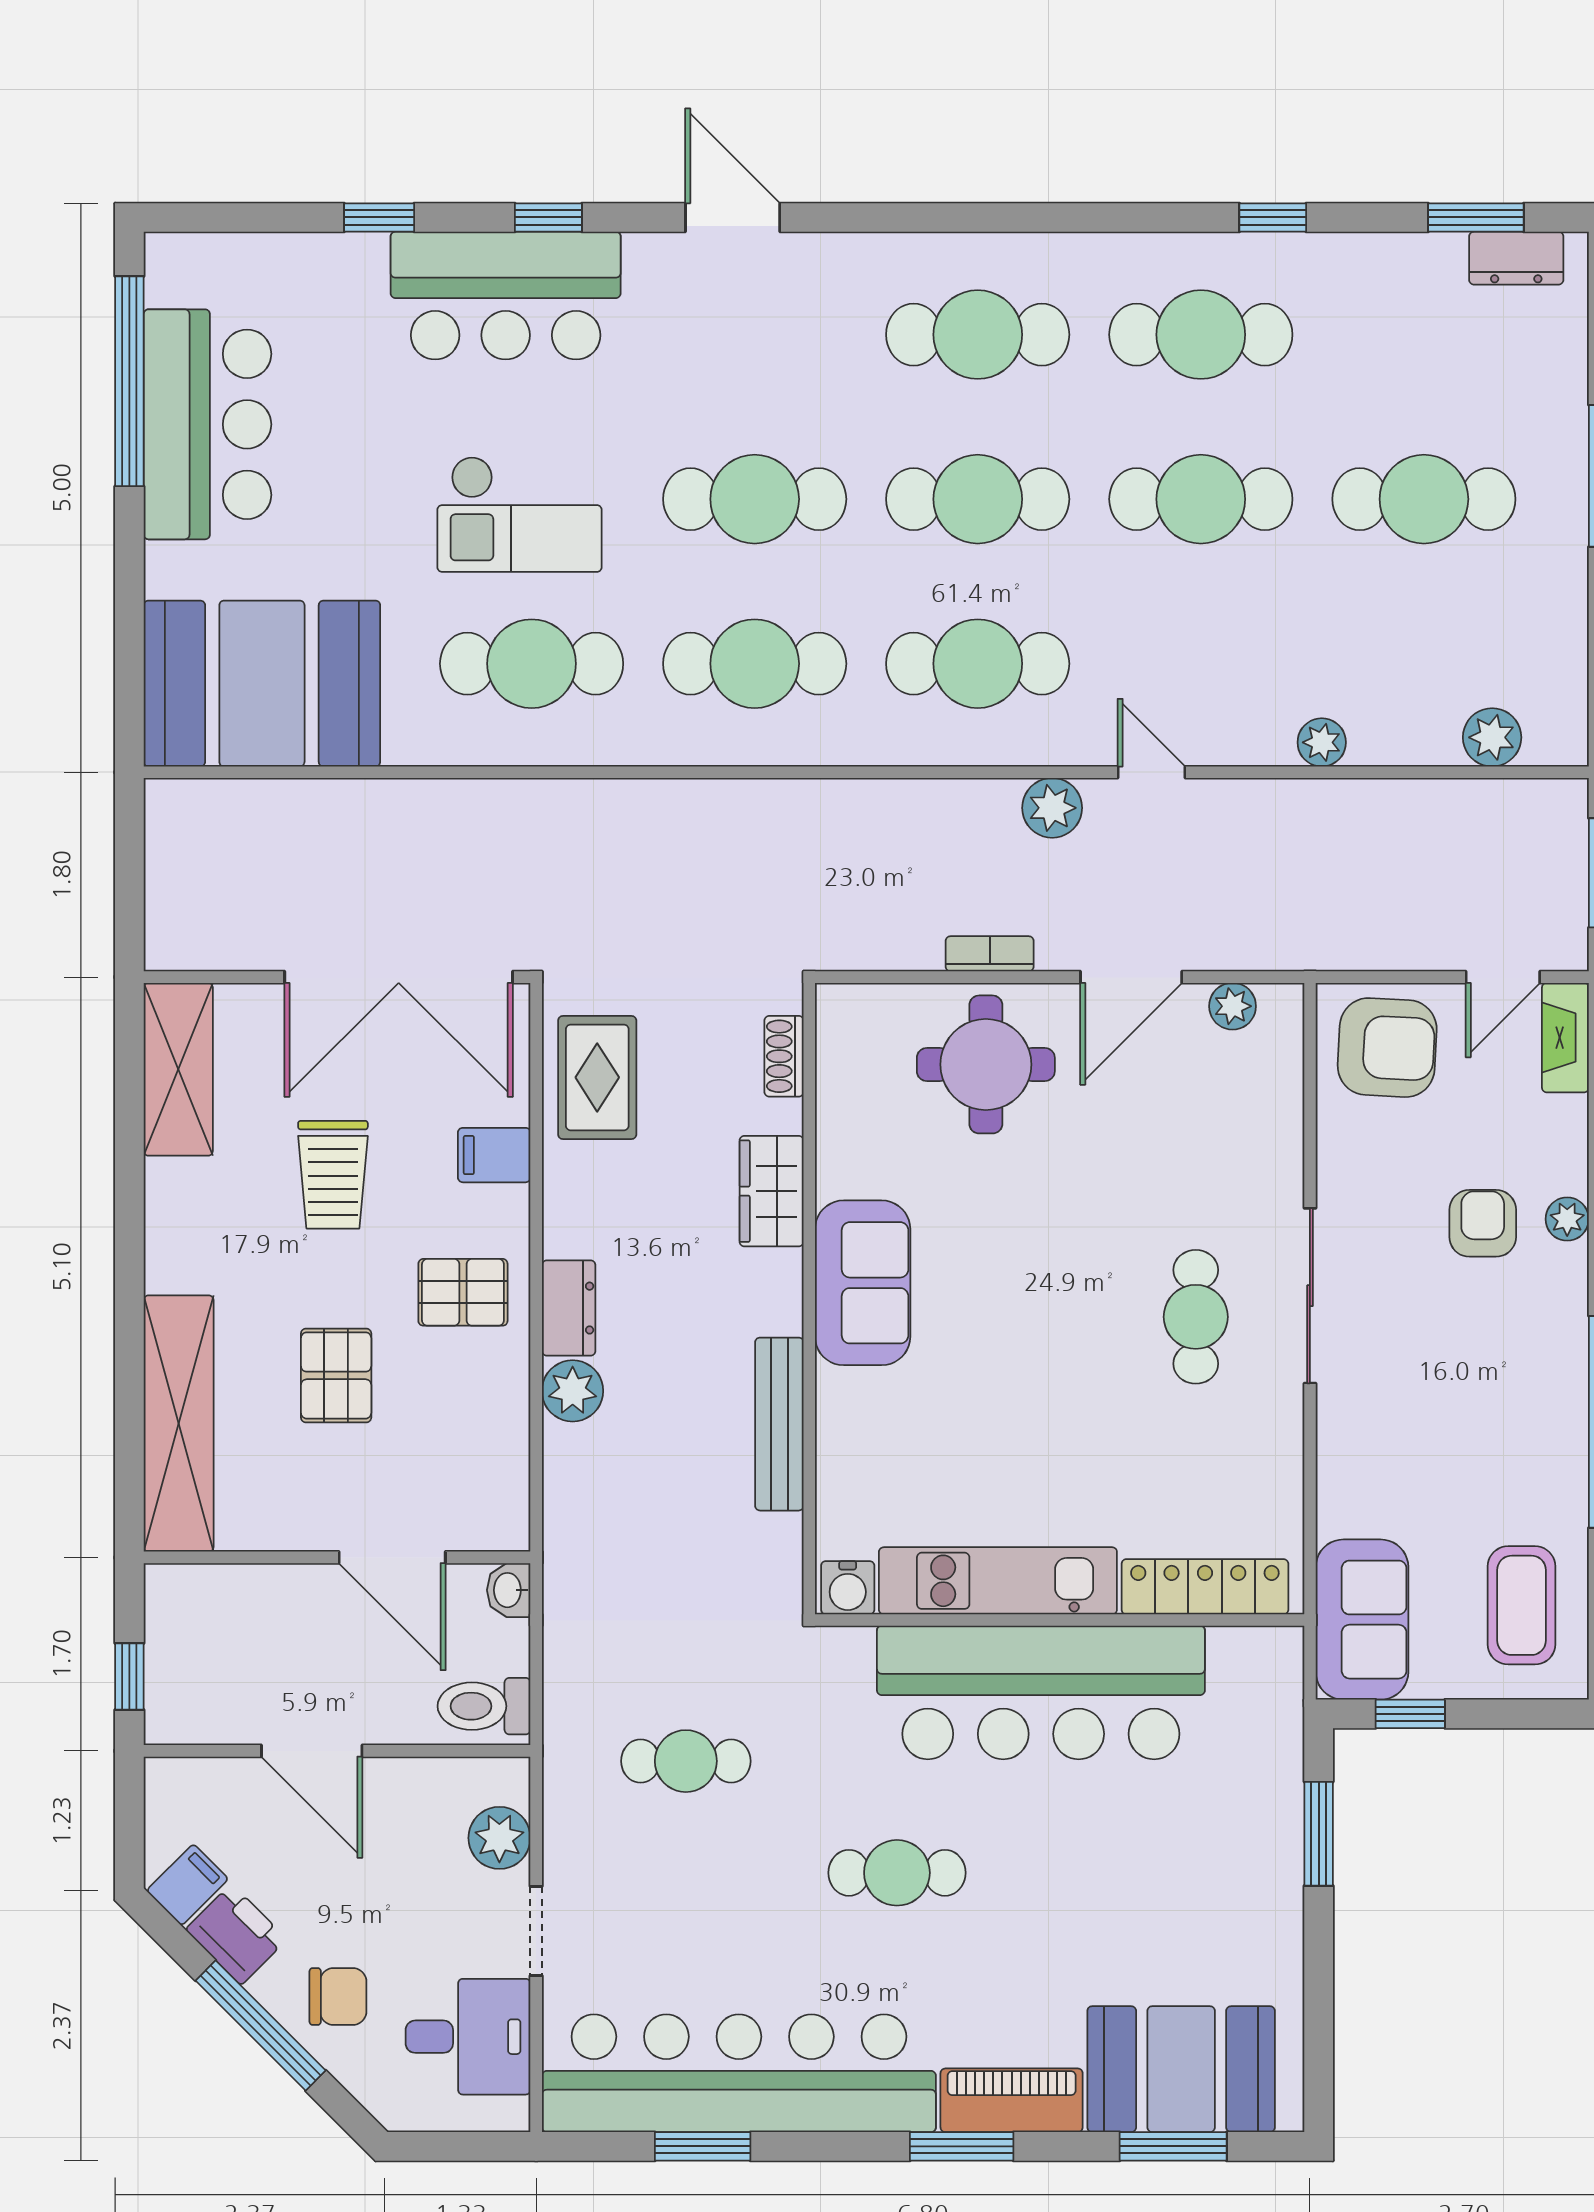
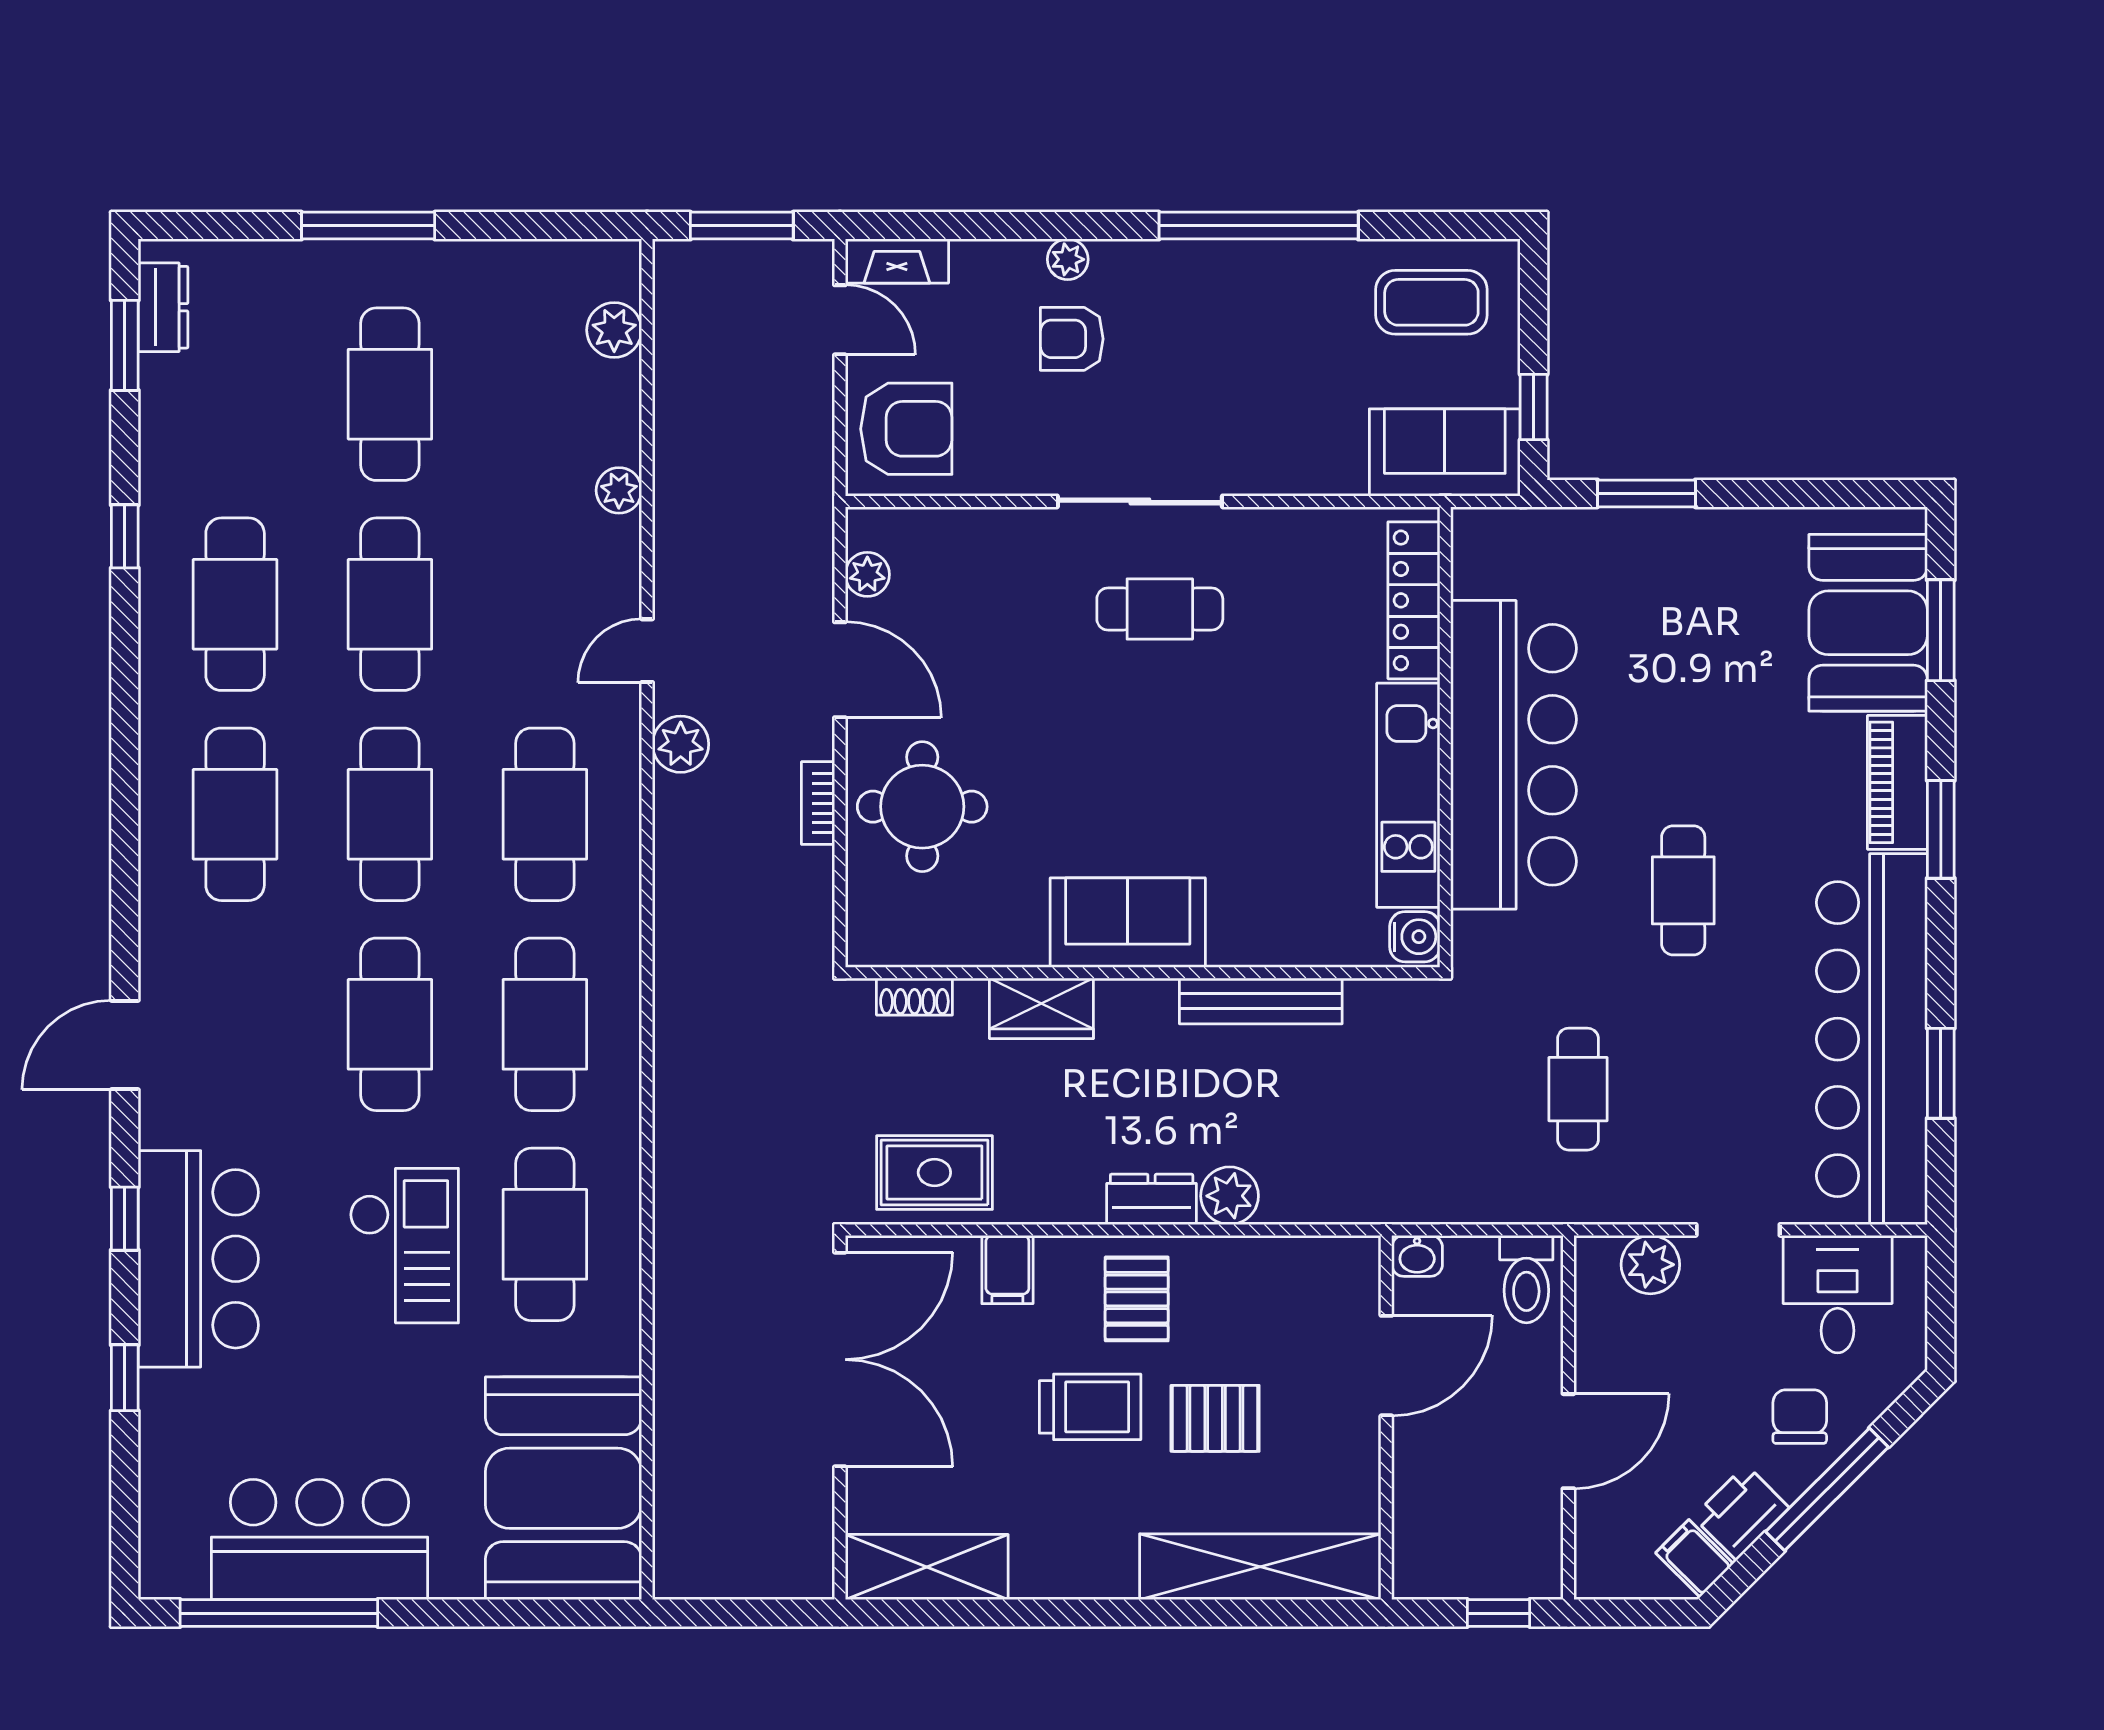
armchair: (1387, 1048) -> (906, 429), turned 87
trolley: (333, 1175) -> (1090, 1407), moved

